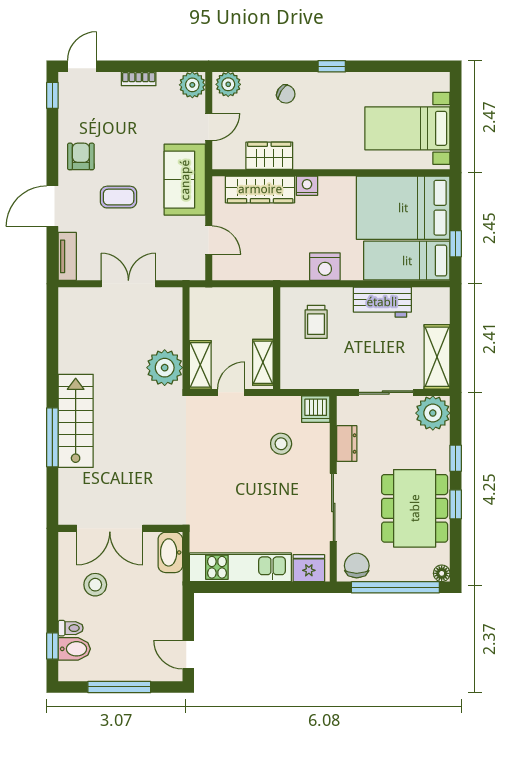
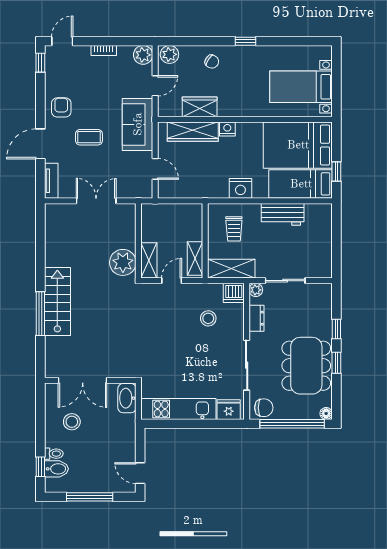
shelving: (437, 357) -> (231, 269), moved, turned 90
plant: (433, 413) -> (256, 290), moved, width x0.53, depth x0.53
chair: (357, 566) -> (264, 408), turned 90

